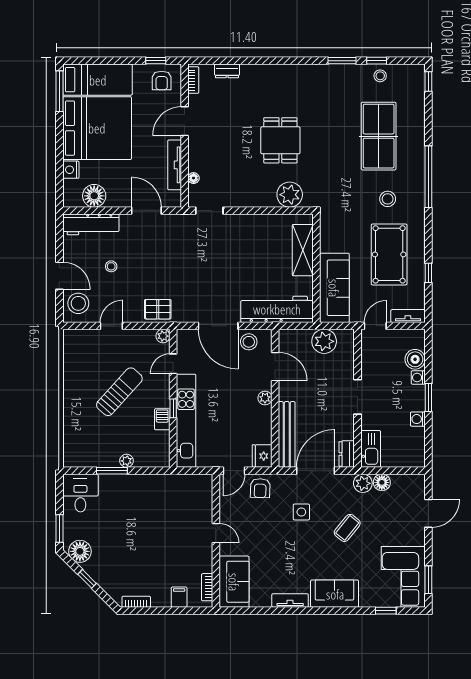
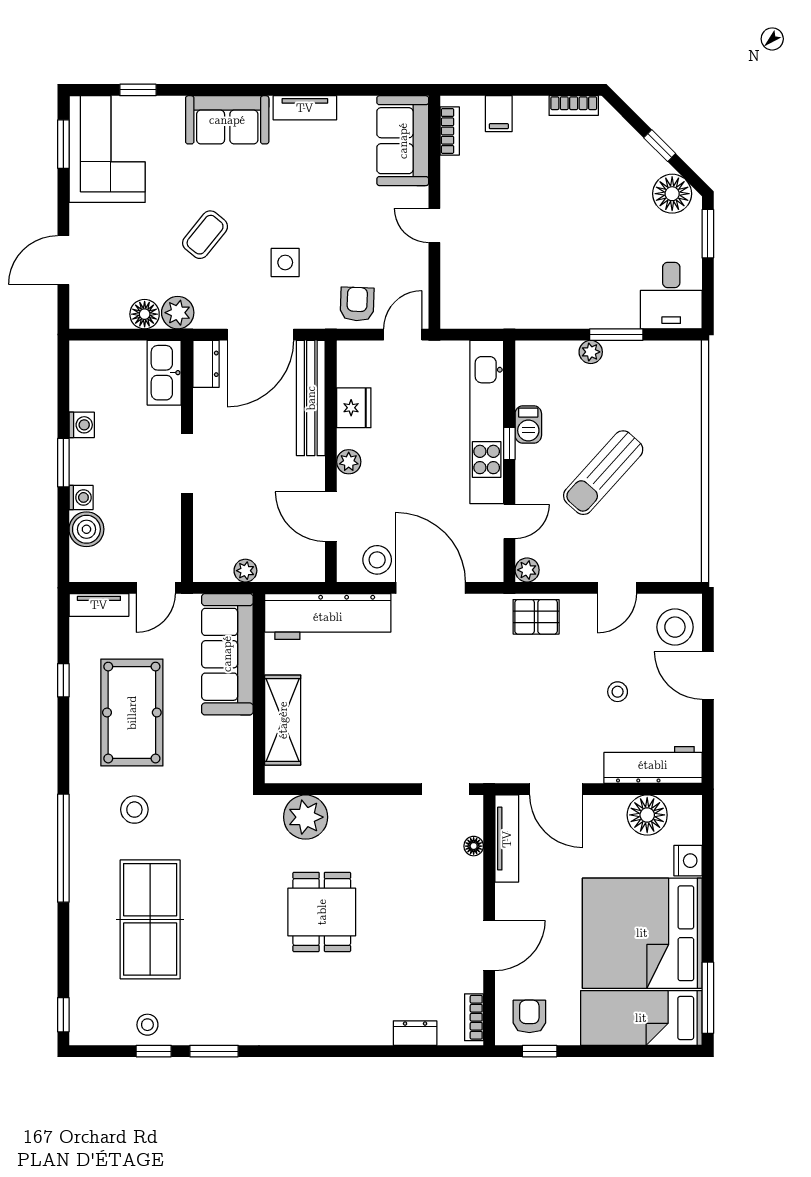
tv unit: (175, 165) -> (507, 839), moved
plant: (324, 341) -> (245, 571), width x0.53, depth x0.53
fridge: (262, 456) -> (354, 408), moved

